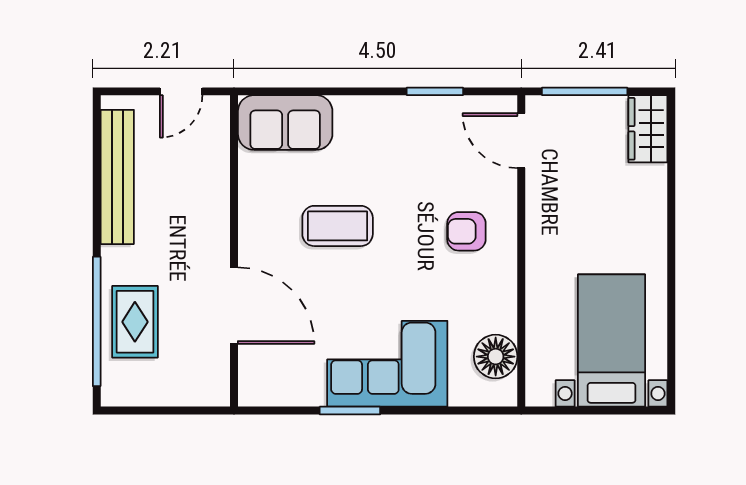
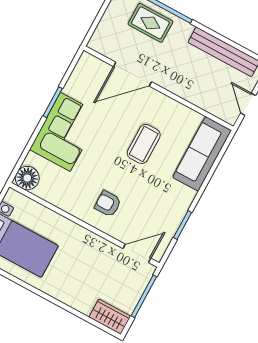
sofa: (285, 123) -> (202, 154), width x1.36
armchair: (466, 231) -> (108, 204), turned -90
floor lamp: (496, 357) -> (27, 178), moved

